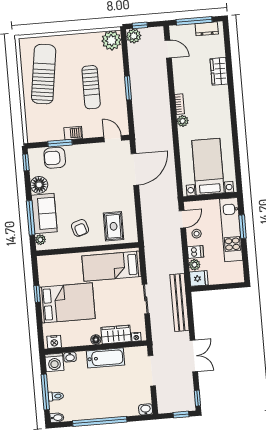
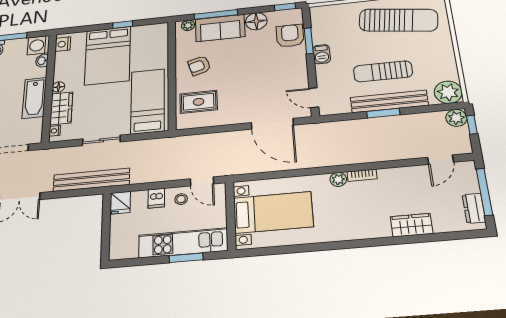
bench: (118, 83) -> (389, 101), added
door: (113, 139) -> (314, 98), swing flipped
plant: (195, 265) -> (139, 197), removed

